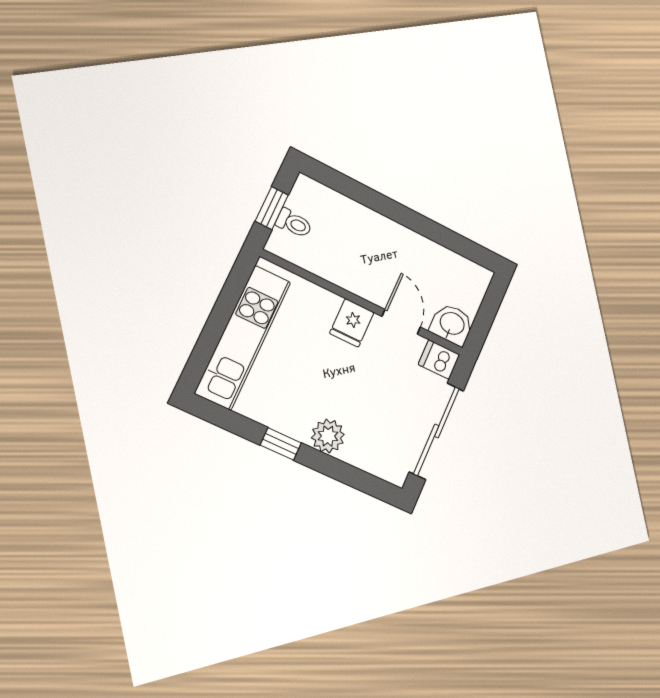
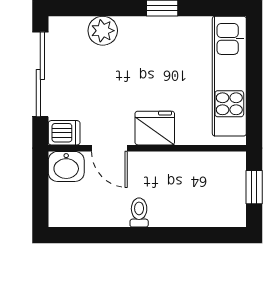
toilet: (294, 223) -> (139, 213), moved, turned 90
fridge: (352, 323) -> (155, 128), width x1.38
plant: (328, 436) -> (103, 31), moved

